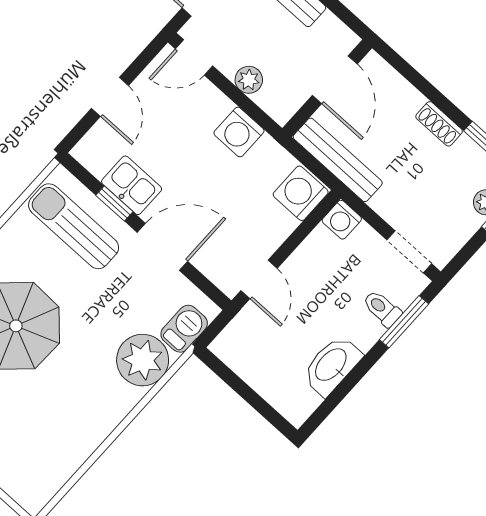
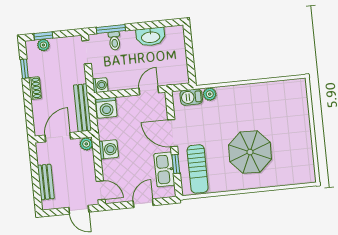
plant: (249, 80) -> (86, 144), moved
kitchen sink: (132, 185) -> (164, 169), width x1.38
plant: (143, 360) -> (210, 94), width x0.53, depth x0.53

